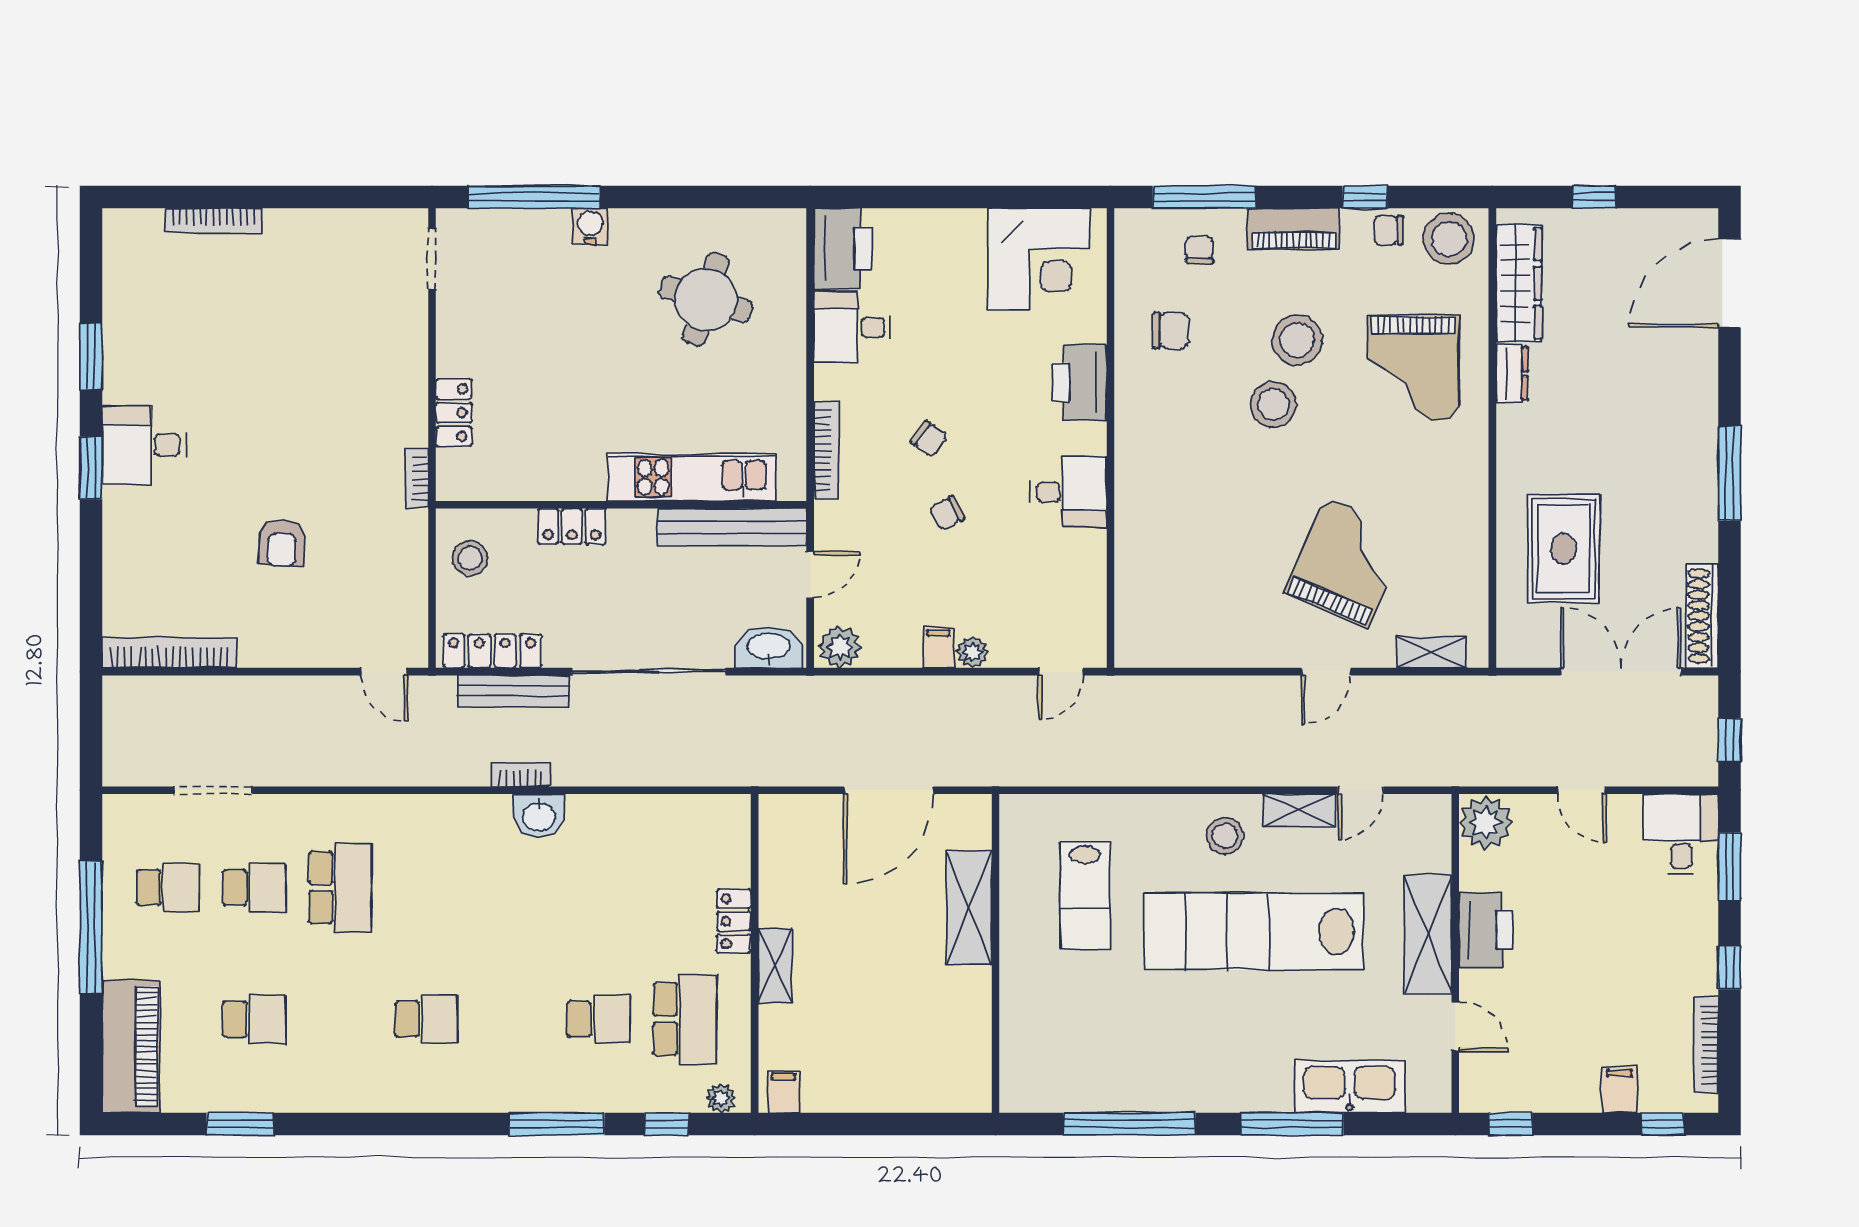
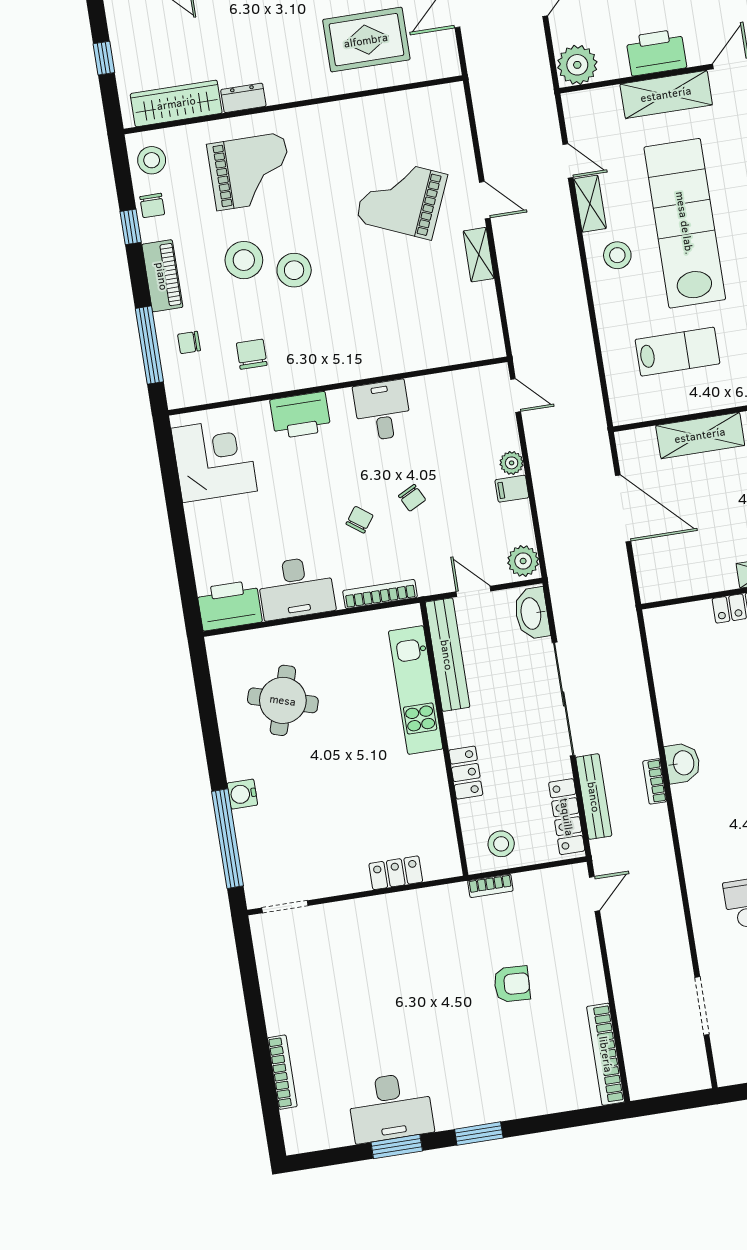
stool: (1449, 239) -> (152, 160), width x0.73, depth x0.73
desk: (852, 327) -> (296, 588), width x1.37
desk: (144, 445) -> (390, 1107), moved, width x1.37
bookcase: (417, 479) -> (490, 886), moved
shelving: (1432, 652) -> (479, 255), moved
lab bench: (1253, 932) -> (685, 223), turned 180

